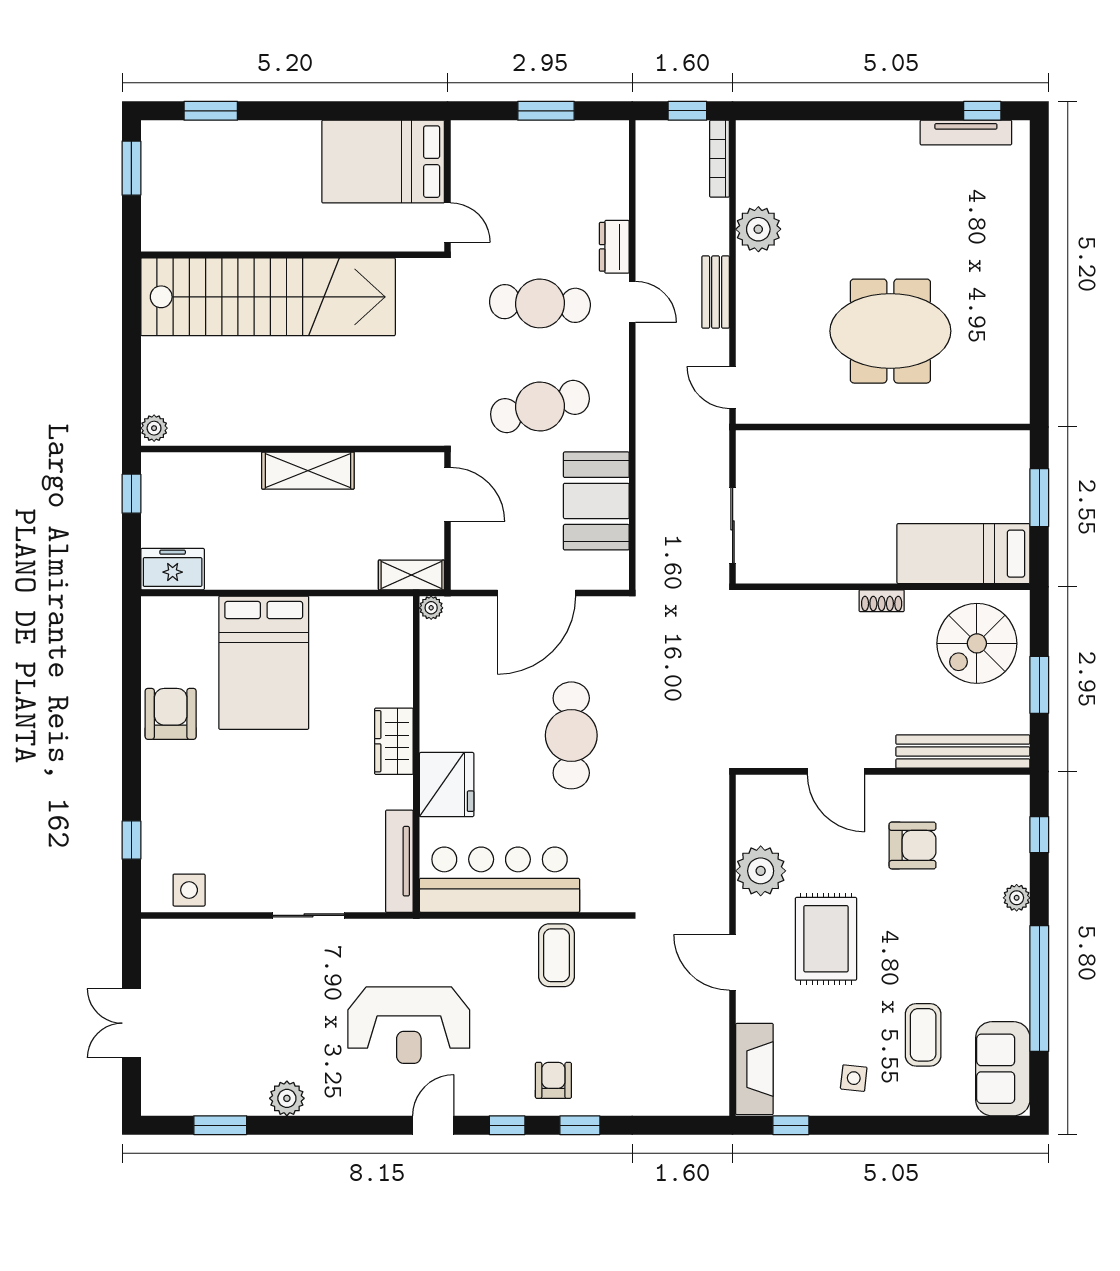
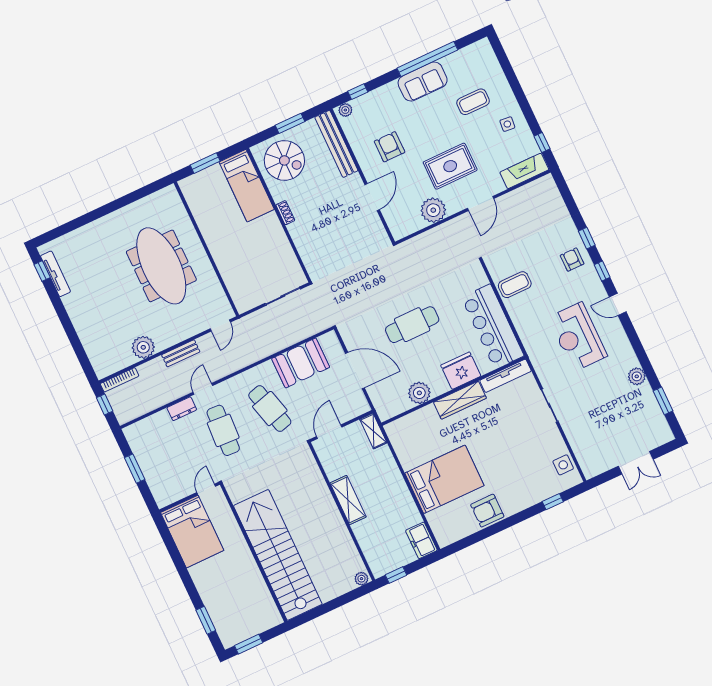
meeting table: (890, 331) -> (161, 266), width x1.36
plant: (431, 608) -> (419, 393), moved, width x1.88, depth x1.88
wardrobe: (394, 741) -> (460, 400), width x1.50
plant: (1017, 898) -> (345, 110), moved
reception desk: (409, 1025) -> (578, 337), turned 180
sofa: (1003, 1069) -> (423, 81), moved
armchair: (553, 1080) -> (572, 260), turned 90

